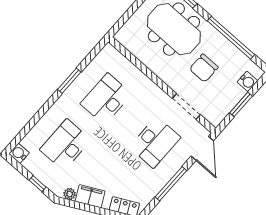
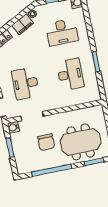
chair: (204, 68) -> (46, 142), turned 180
water cooler: (247, 81) -> (13, 127), moved
desk: (65, 145) -> (62, 32), turned 90

